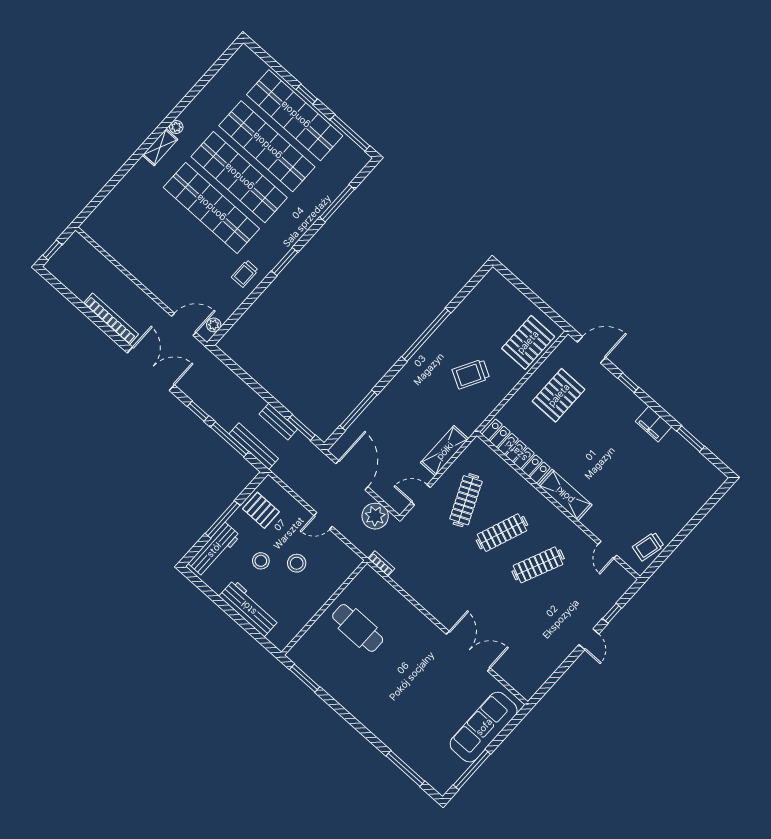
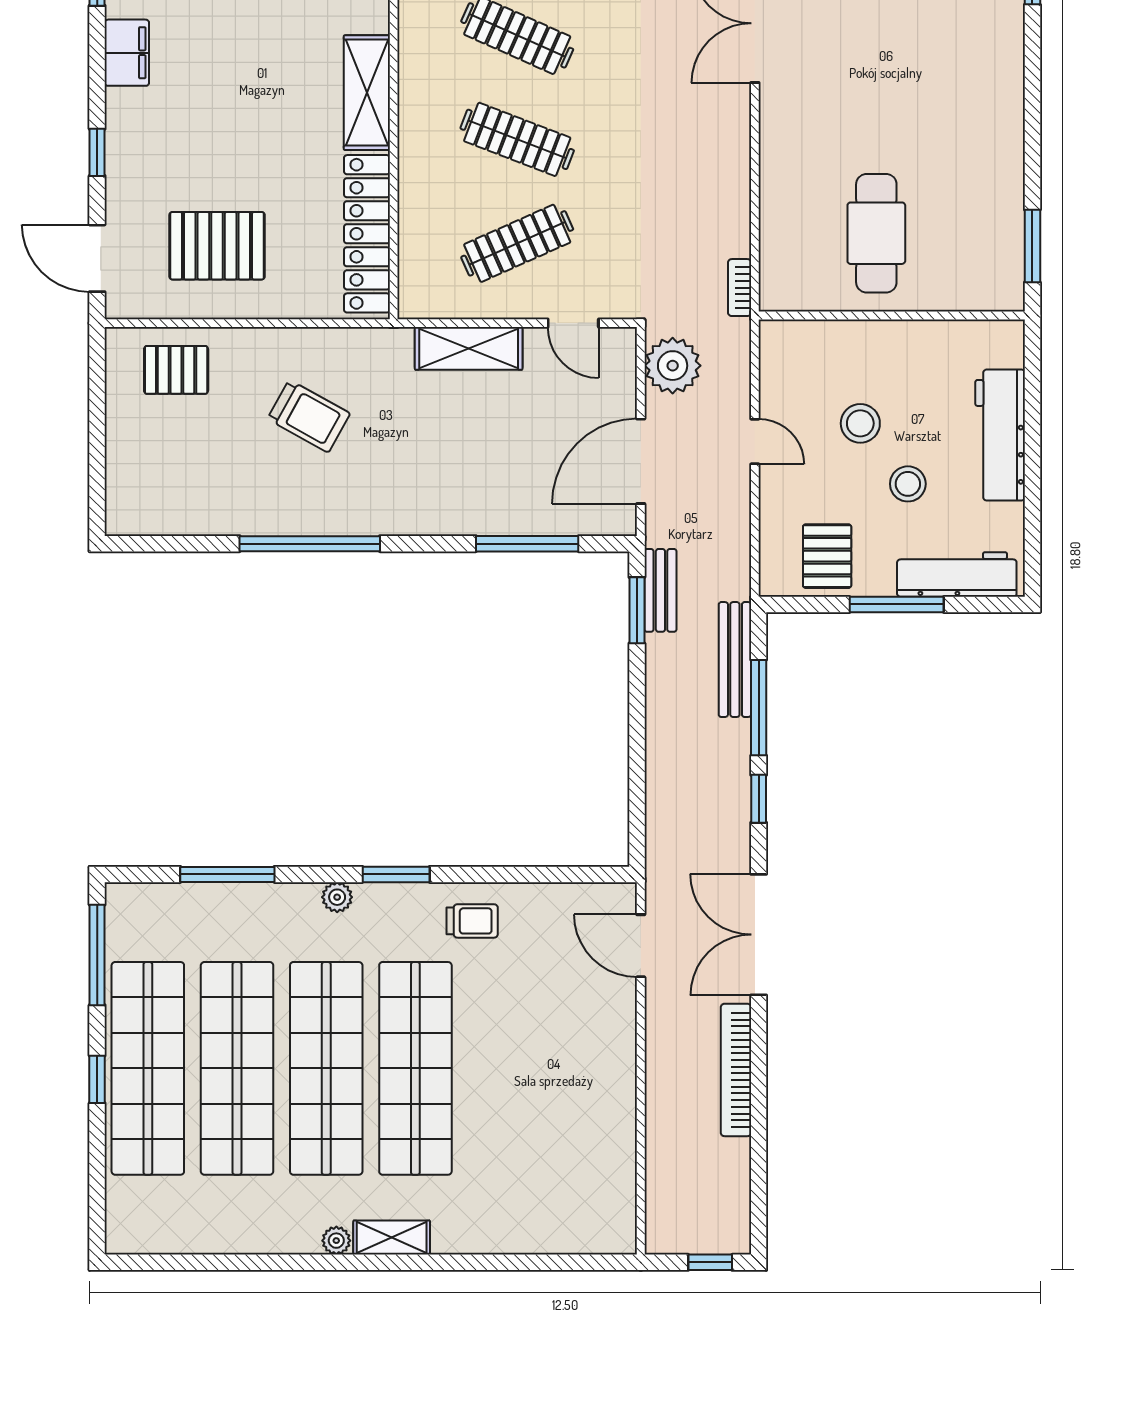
plant: (214, 325) -> (337, 897), moved
pallet: (528, 342) -> (176, 370), width x0.67, depth x0.71
bench: (278, 422) -> (660, 590), moved

